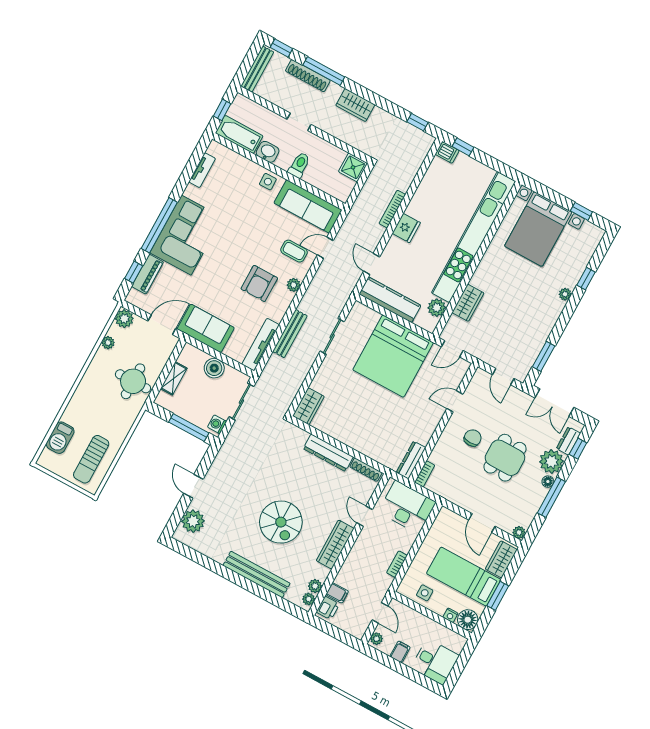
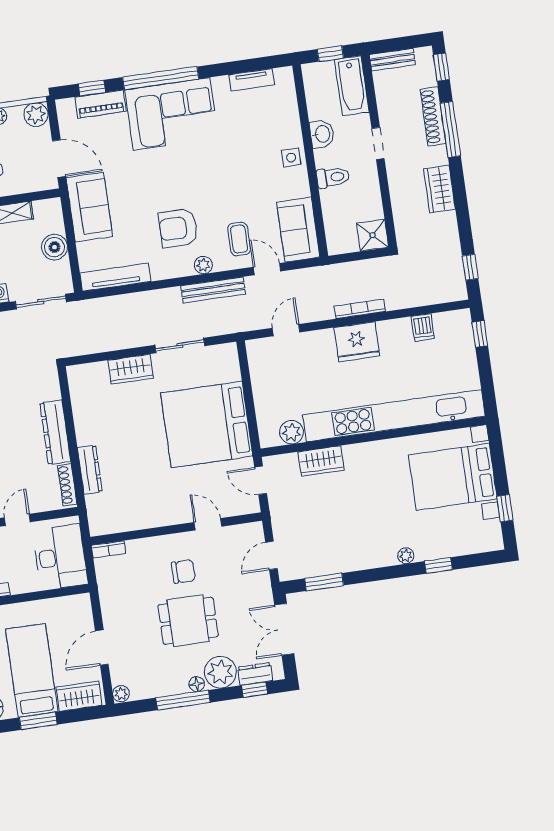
bench: (257, 69) -> (392, 60), width x0.73
bathtub: (239, 134) -> (352, 86), moved, turned 180
dishwasher: (447, 152) -> (423, 328), moved
sofa: (308, 206) -> (298, 230), width x0.73
fridge: (406, 228) -> (357, 342), width x1.36, depth x1.34
kitchen counter: (390, 300) -> (263, 377), removed
bench: (290, 334) -> (213, 290), moved
wardrobe: (308, 406) -> (131, 369), moved
dresser: (411, 460) -> (90, 470), moved, turned 90

